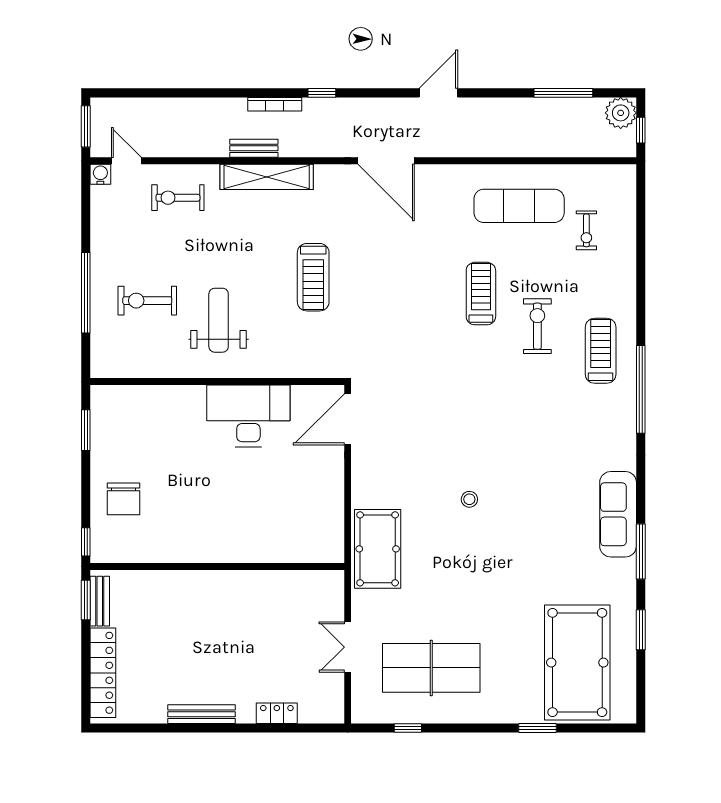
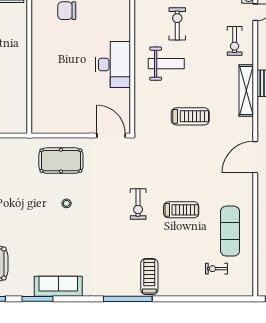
exercise bike: (178, 198) -> (235, 41), turned 180
treadmill: (313, 277) -> (190, 116), turned 180
exercise bike: (537, 326) -> (138, 204), moved, turned 90
treadmill: (601, 351) -> (149, 277), turned -90
desk: (248, 416) -> (113, 65), moved
pool table: (378, 549) -> (61, 161), moved

